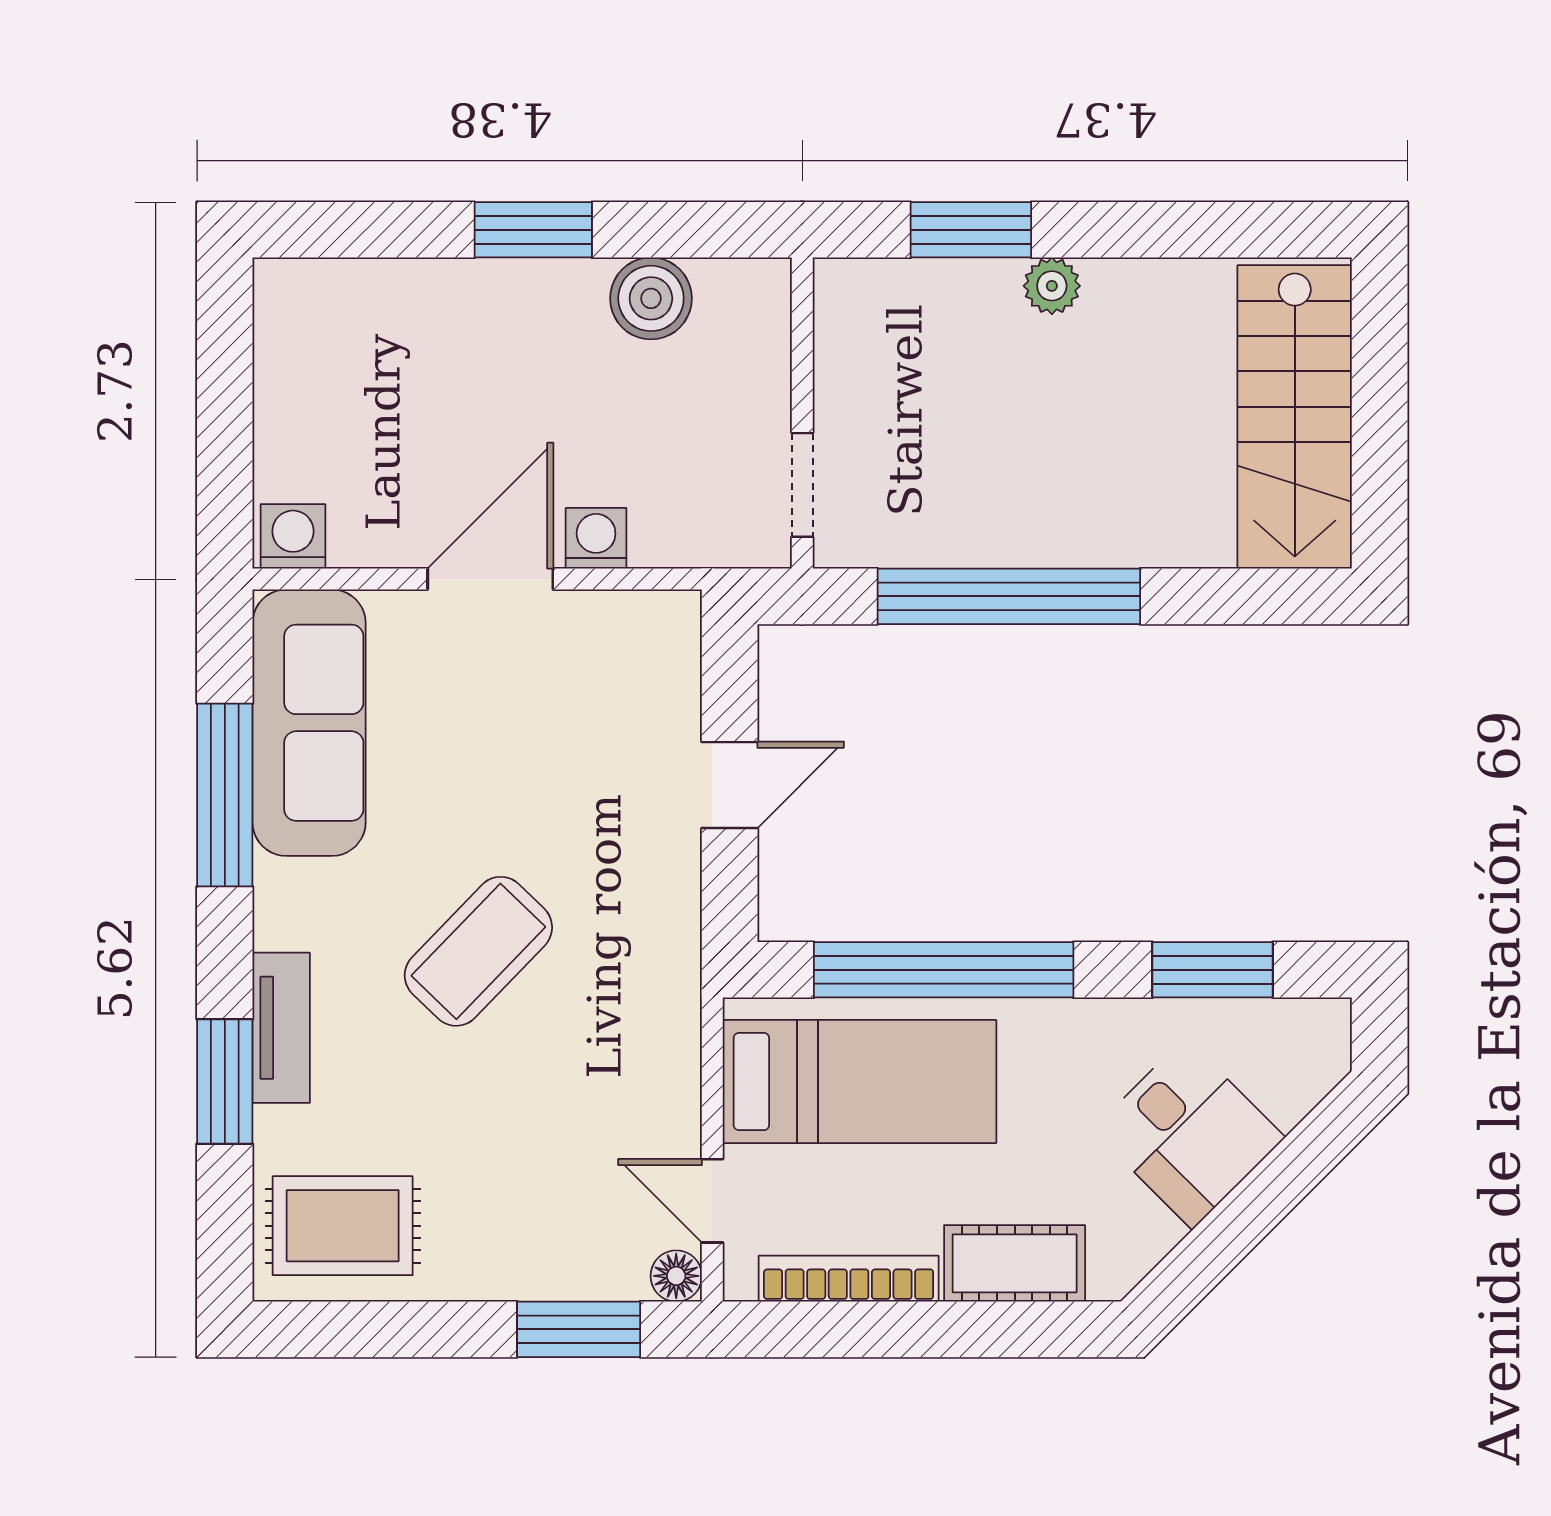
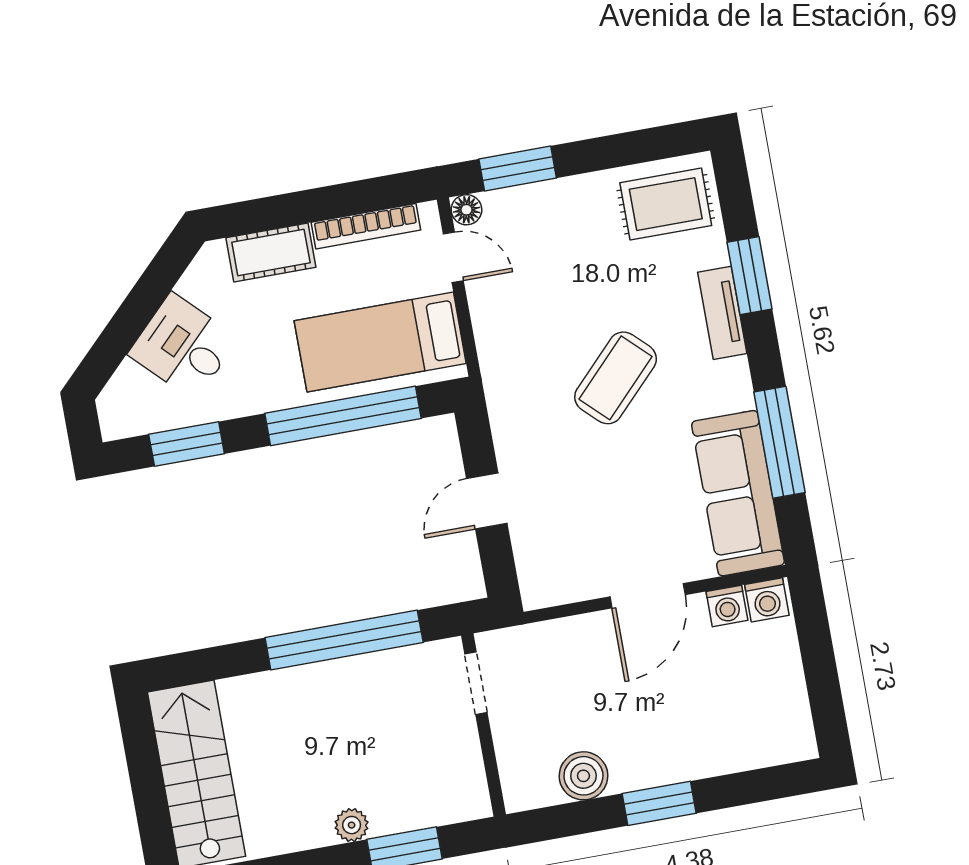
washing machine: (596, 538) -> (727, 606), moved

